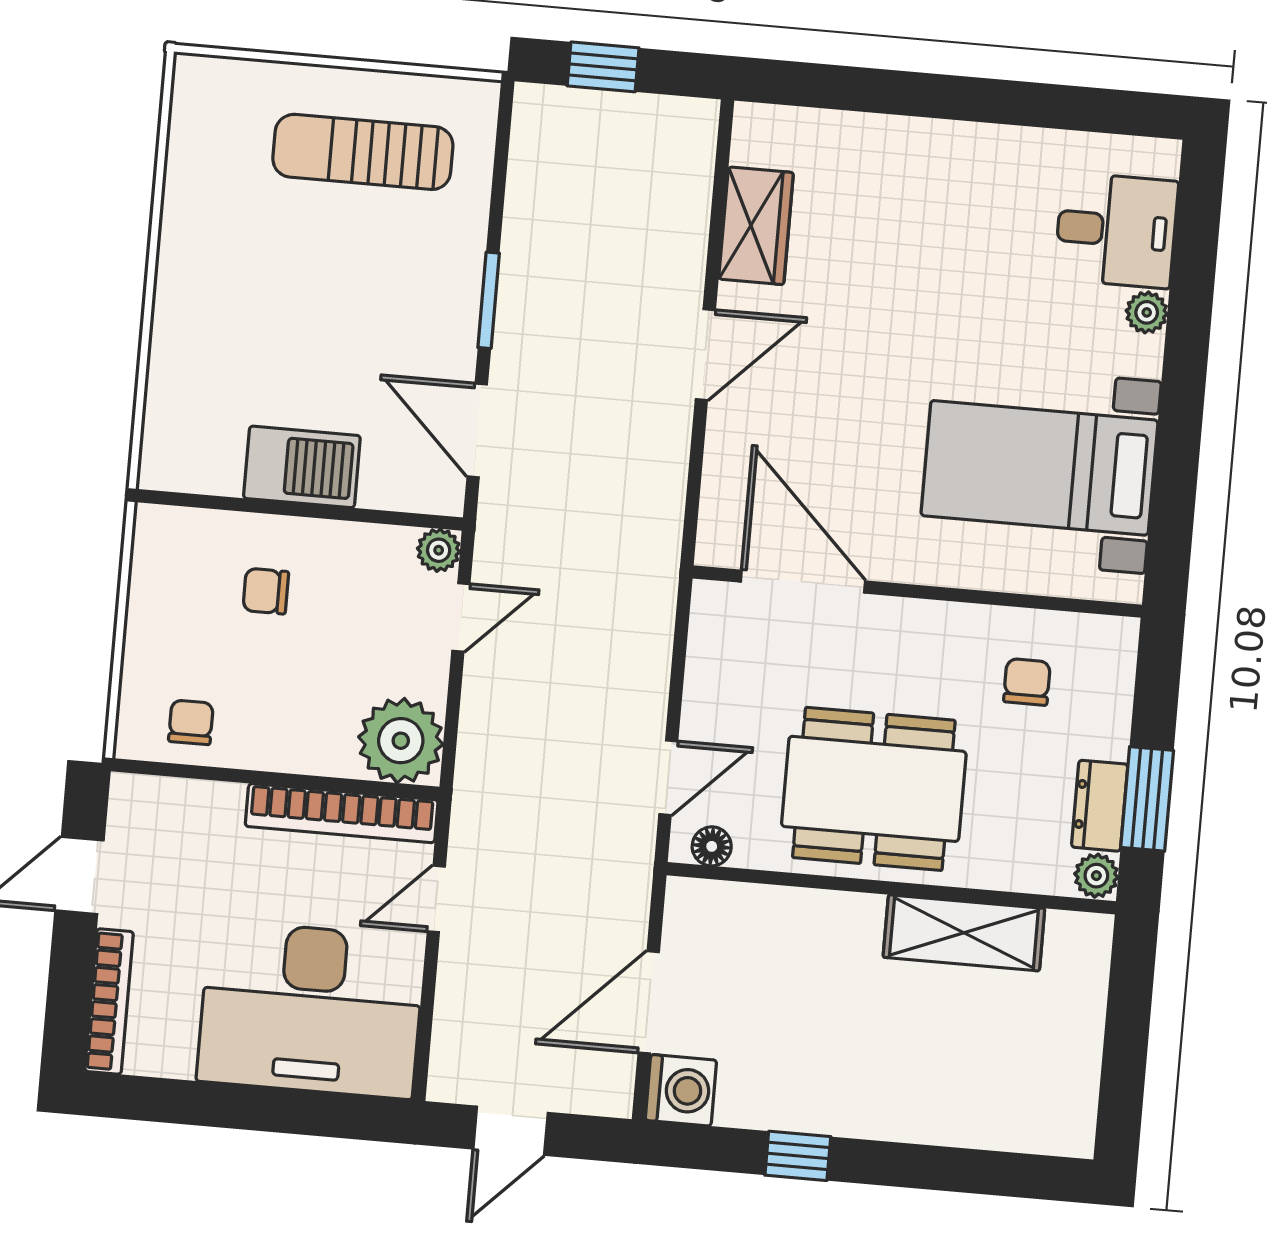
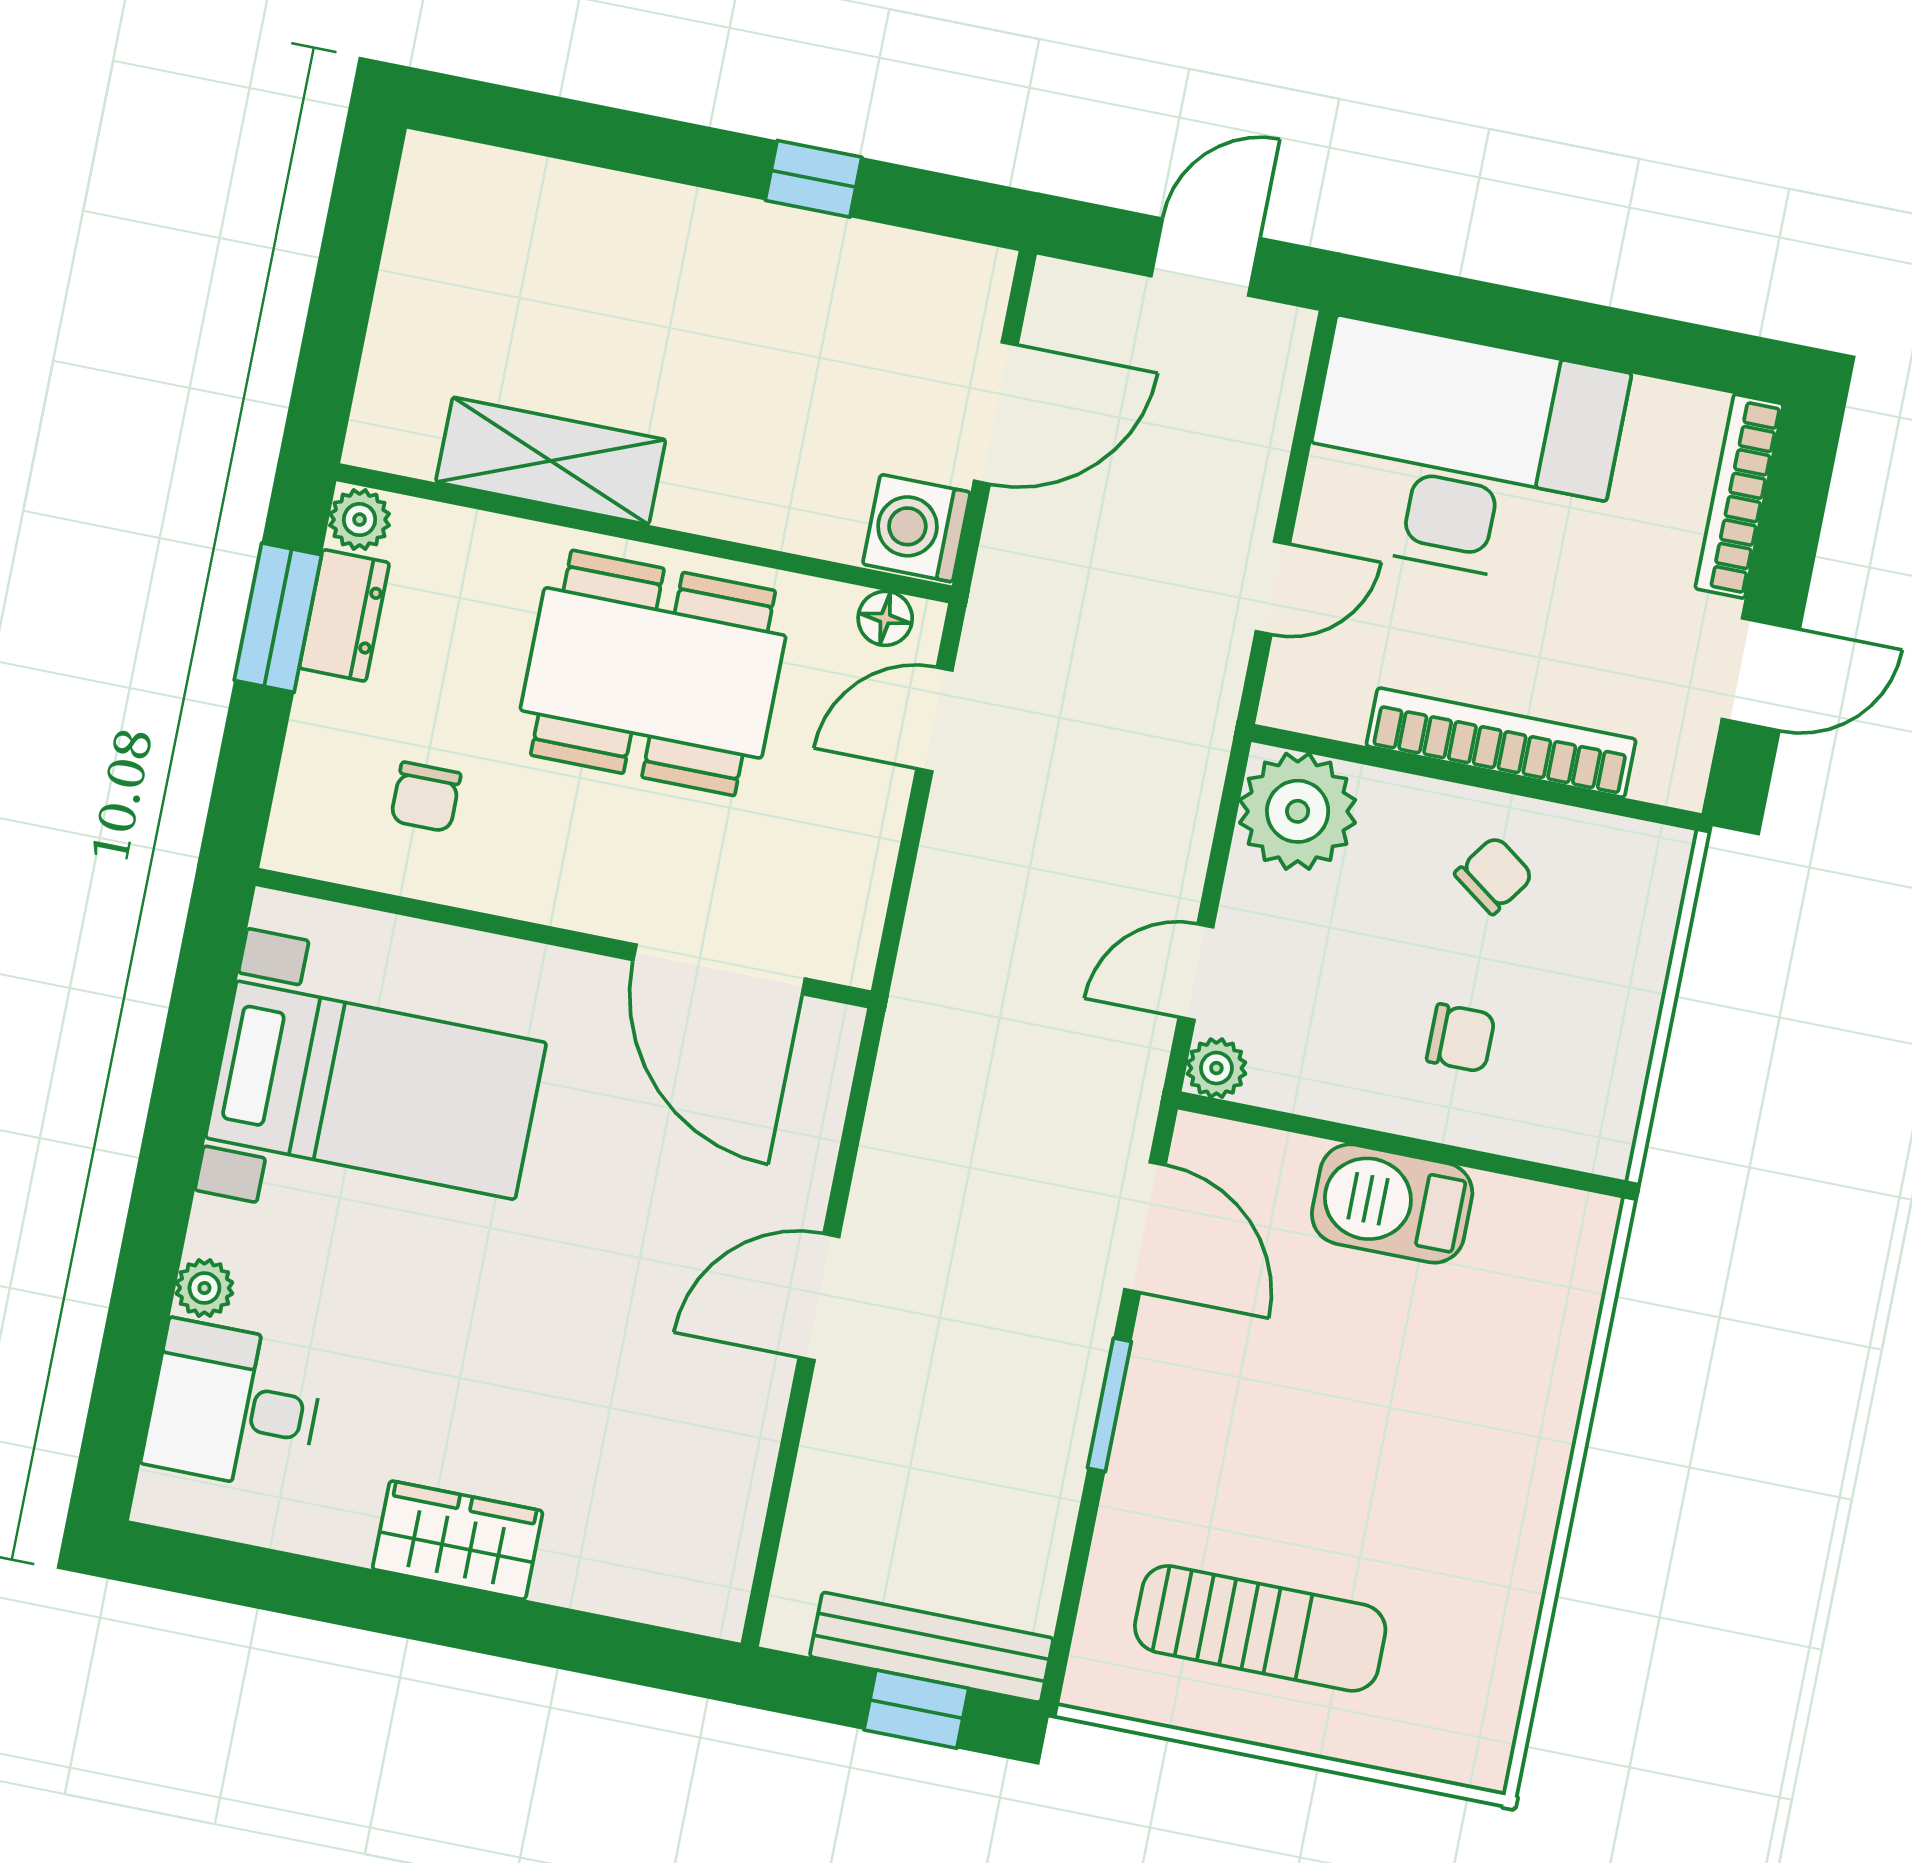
bench: (597, 112) -> (931, 1647), added
wardrobe: (756, 226) -> (458, 1540), moved, turned 90
chair: (191, 722) -> (1494, 875), moved, turned -144
bookcase: (342, 813) -> (1501, 743), moved
washing machine: (681, 1090) -> (916, 528), moved

